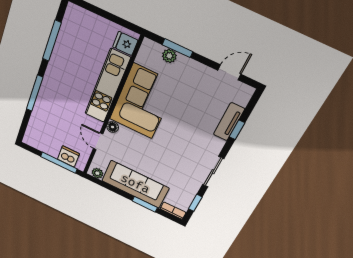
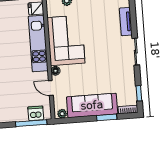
window: (237, 130) -> (134, 24), removed
sliding door: (213, 172) -> (136, 52), moved

